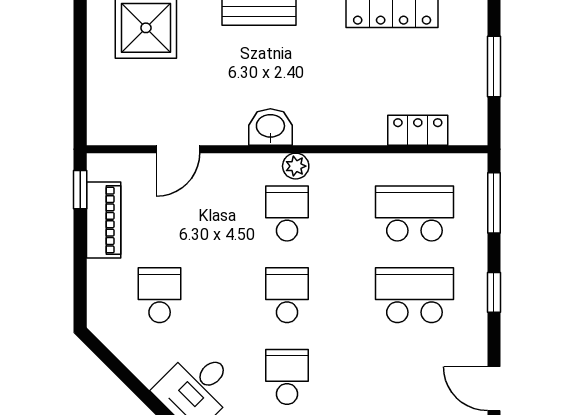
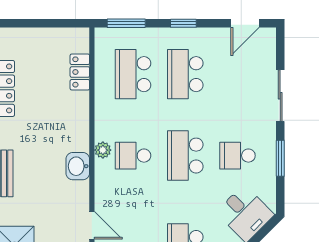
window: (494, 67) -> (39, 23), removed
school desk: (287, 295) -> (185, 156), width x1.85

